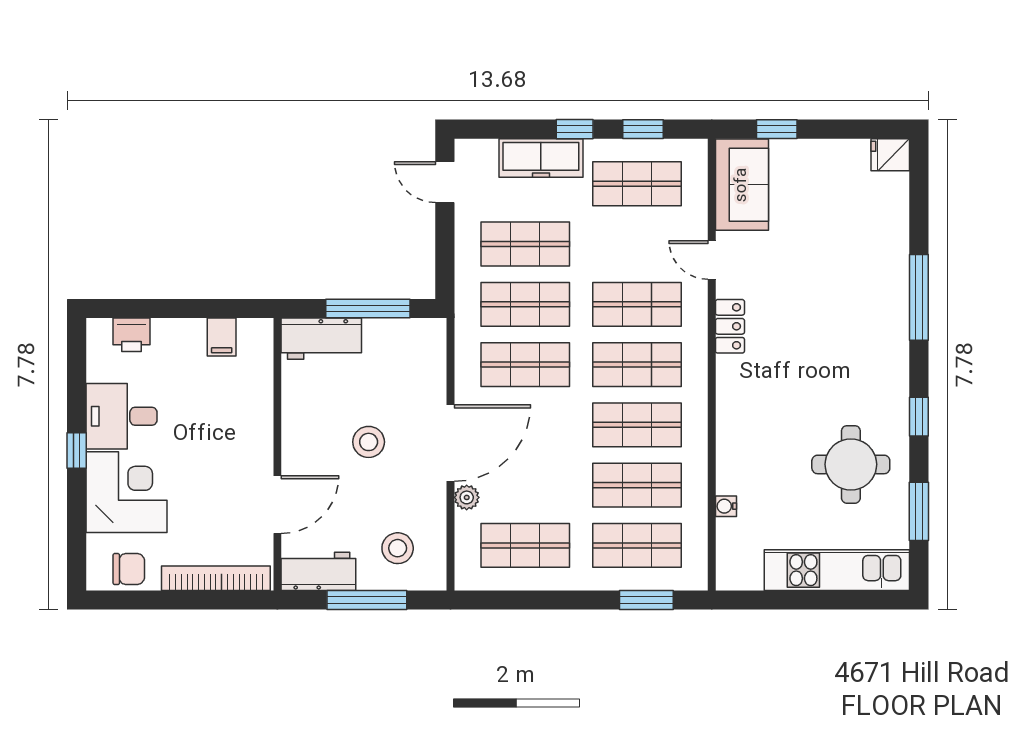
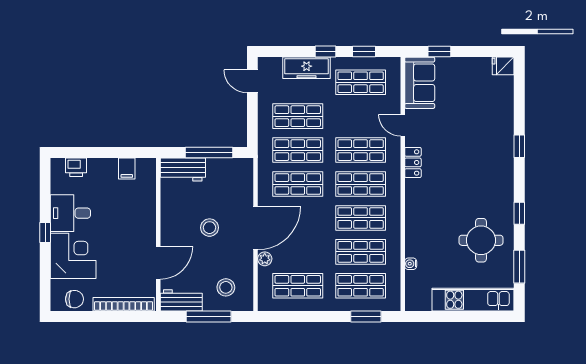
window: (919, 297) -> (519, 146), width x0.46

